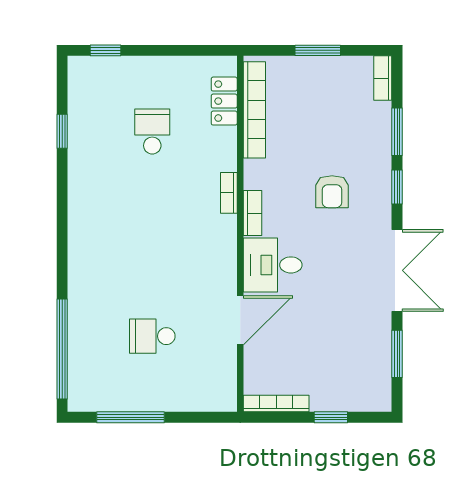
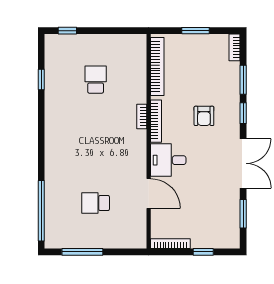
locker: (224, 101) -> (139, 61), removed
bookcase: (253, 213) -> (156, 121), width x1.56
door: (240, 320) -> (149, 194), hinge flipped

